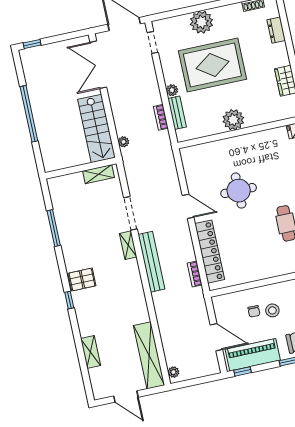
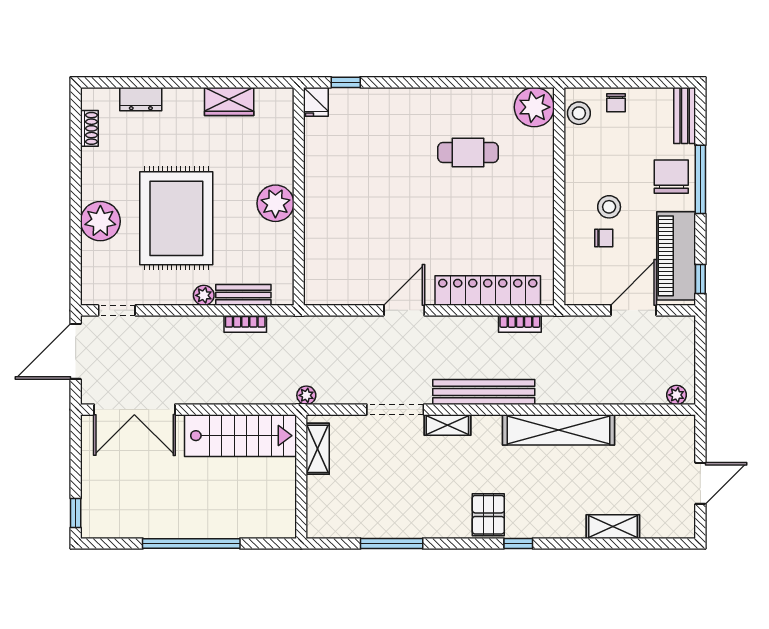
plant: (123, 142) -> (306, 395), moved
round table: (239, 191) -> (396, 220), removed
shelving: (149, 355) -> (558, 430), moved

